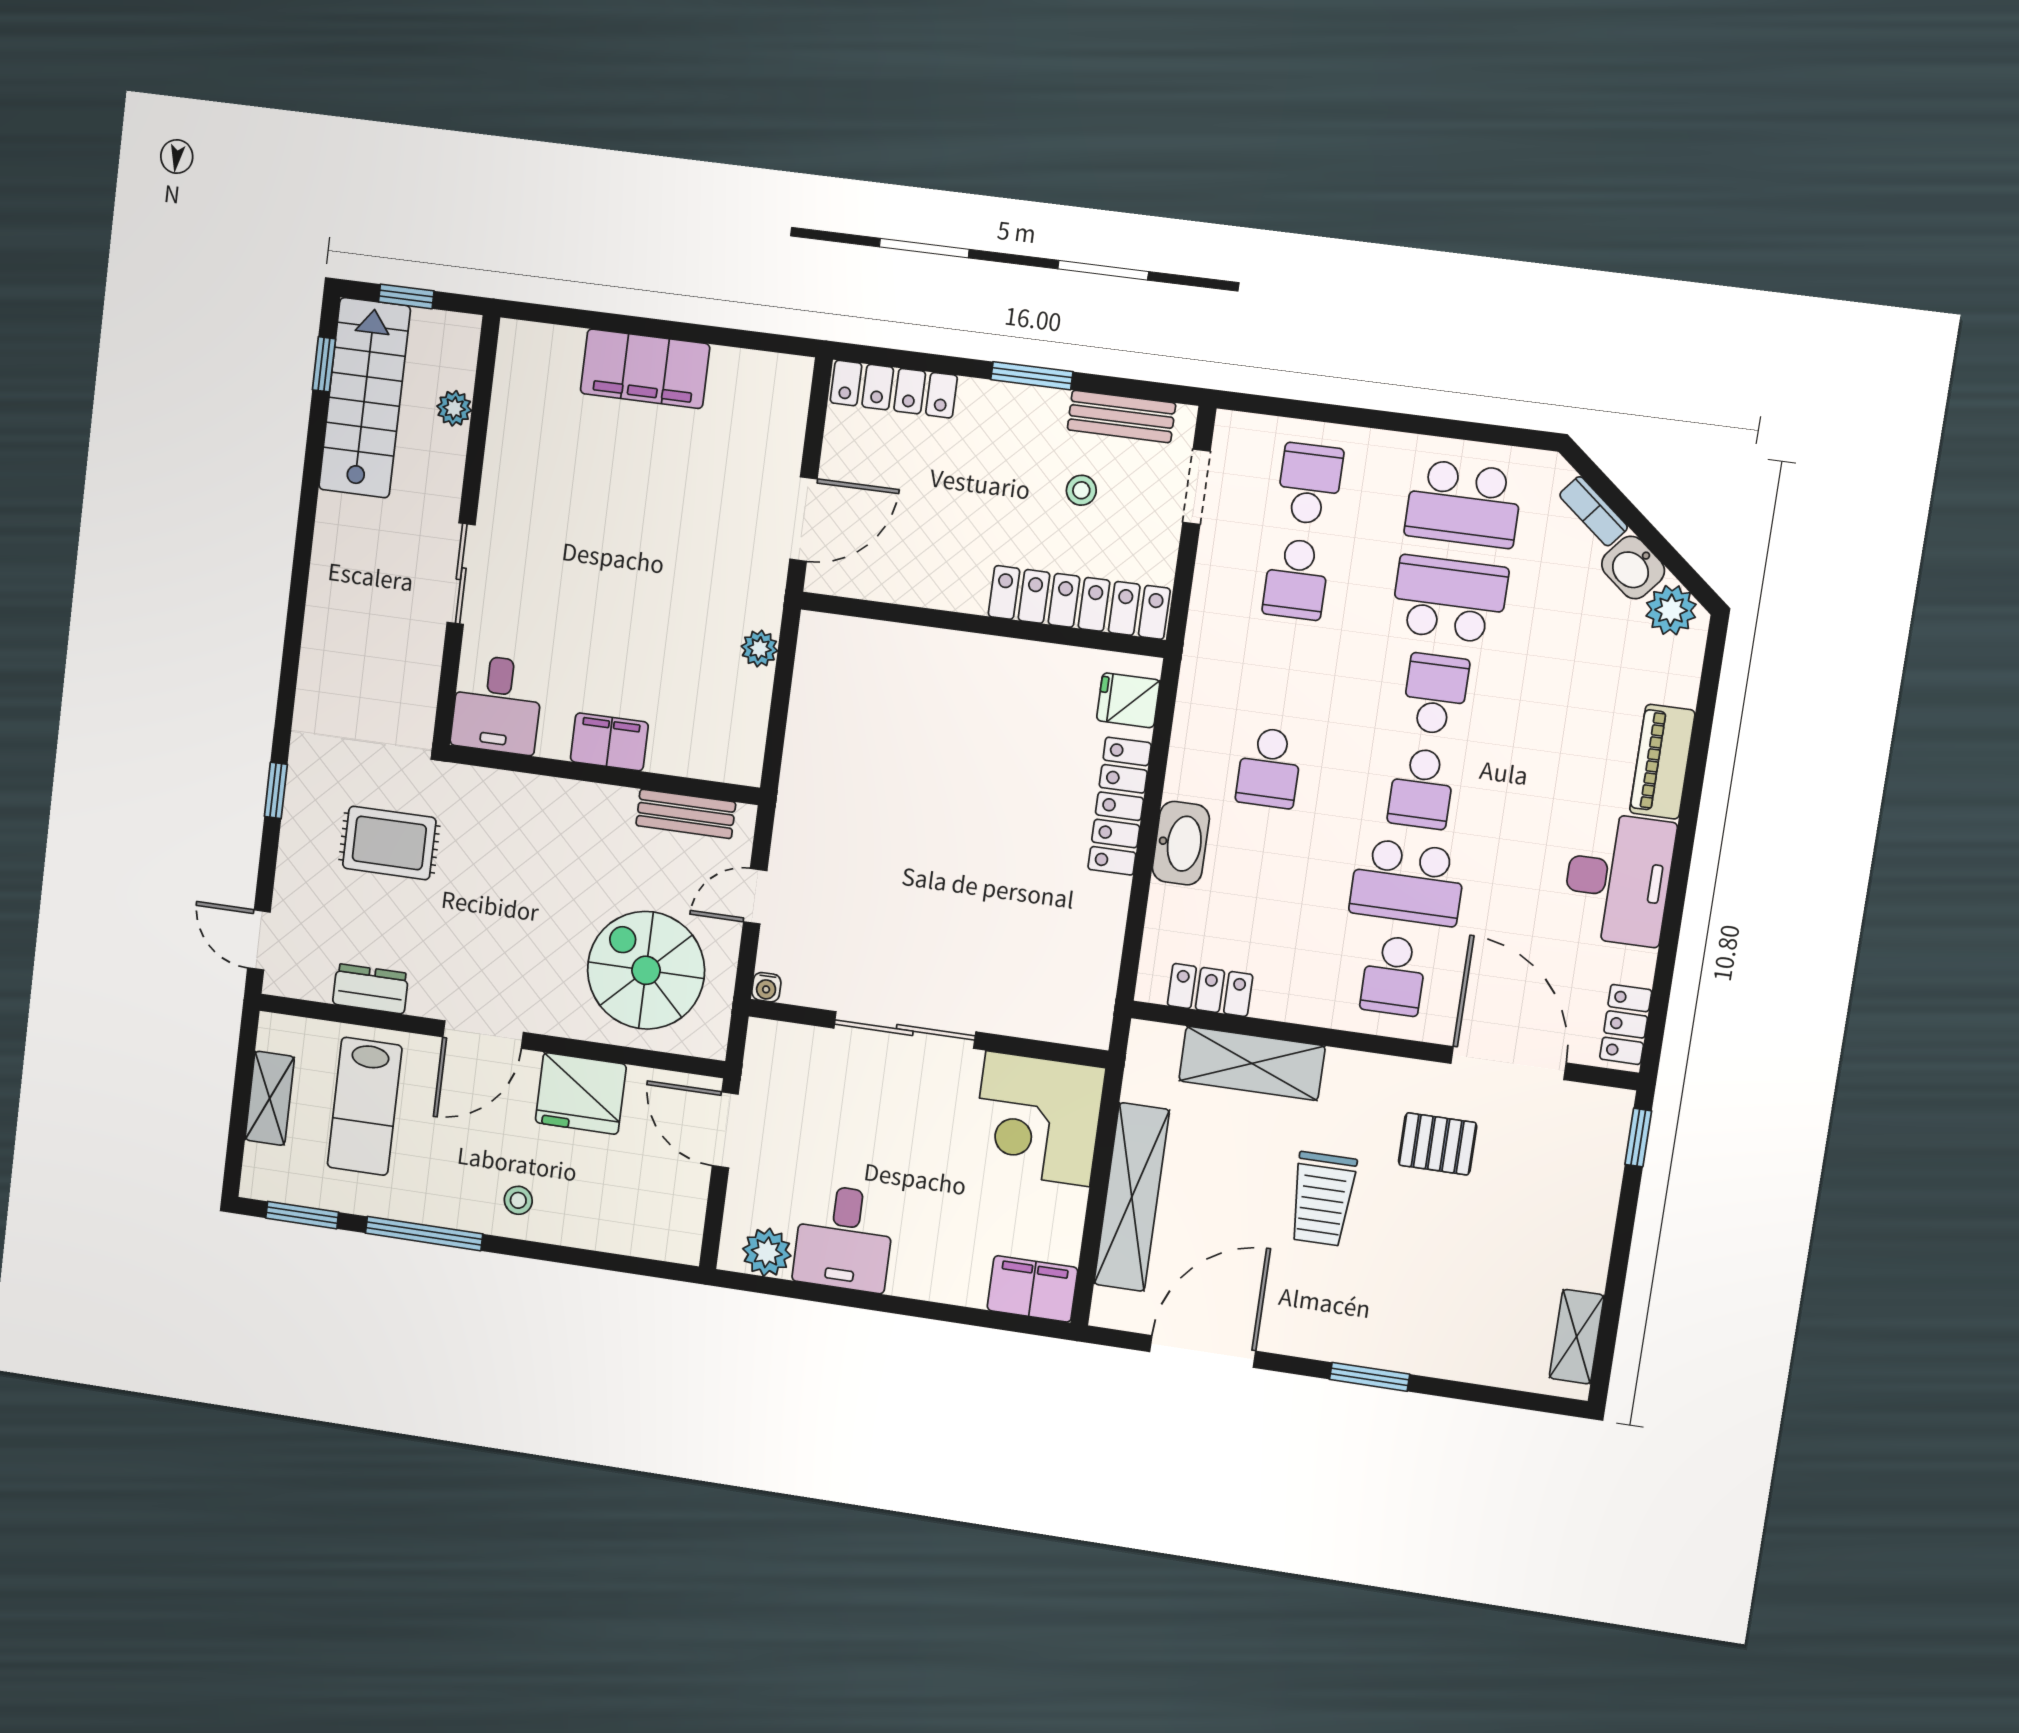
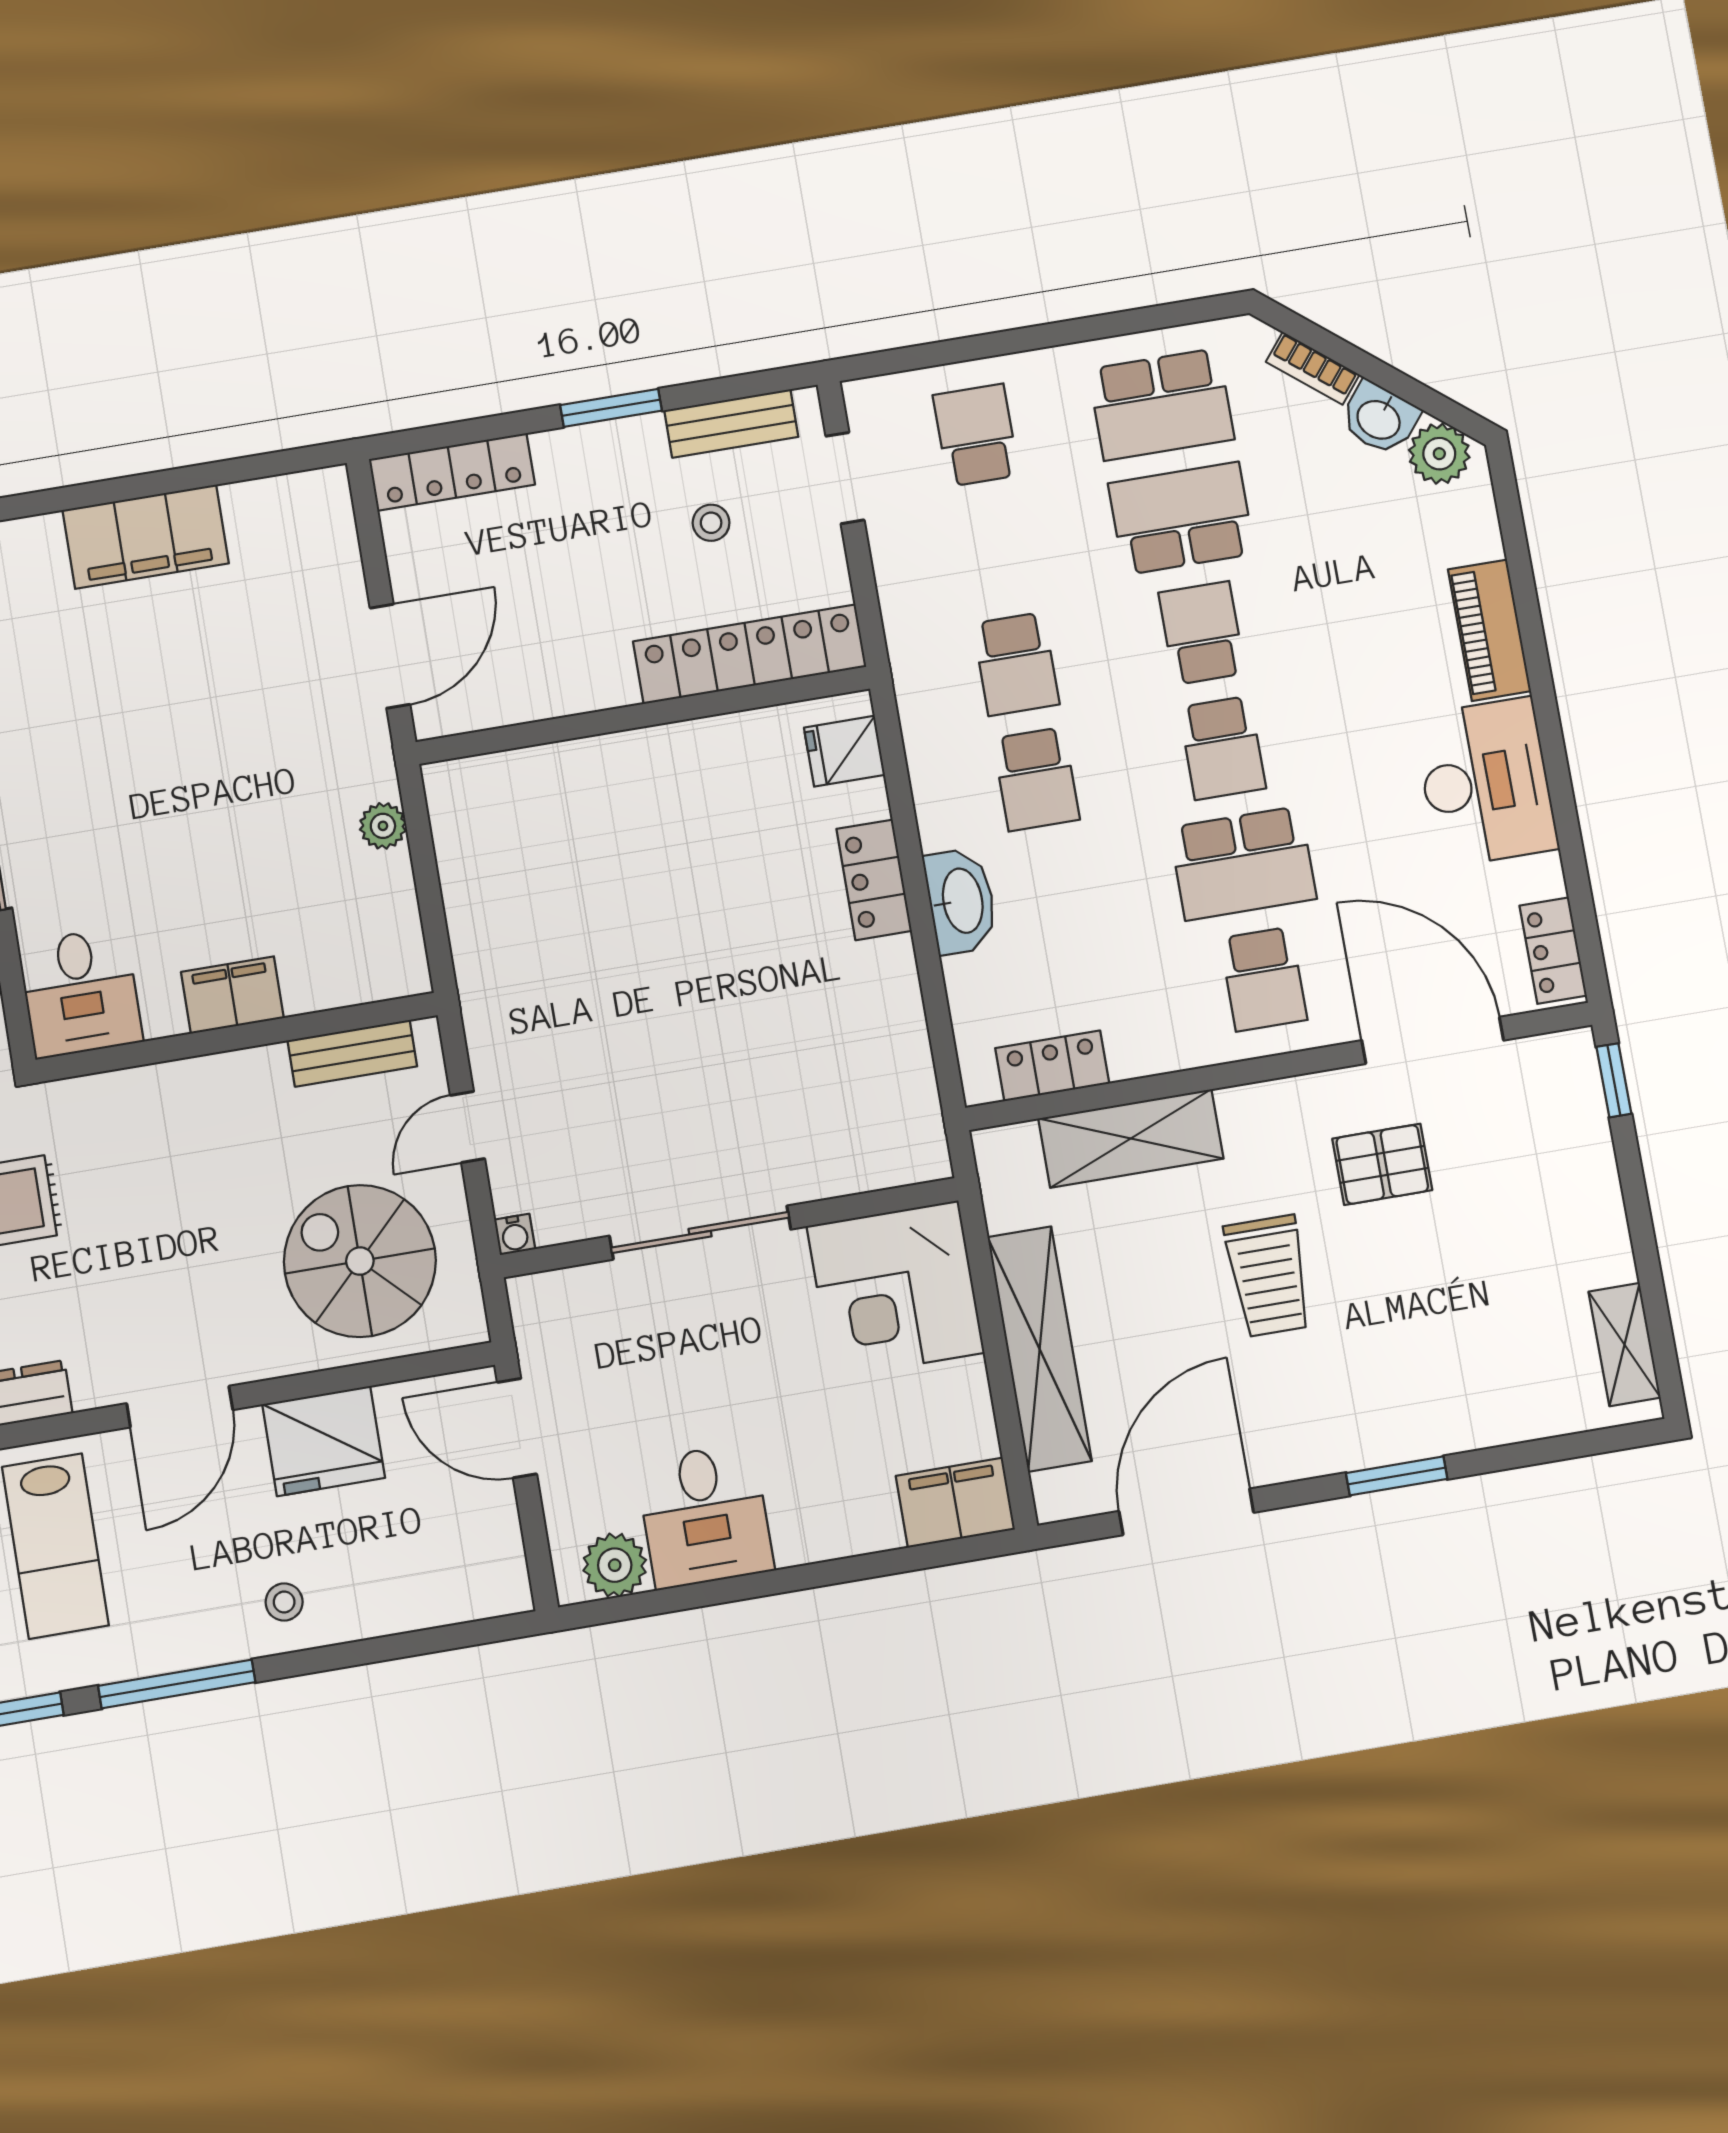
school desk: (1296, 579) -> (1016, 664), moved
locker: (1120, 806) -> (874, 880), width x0.66

